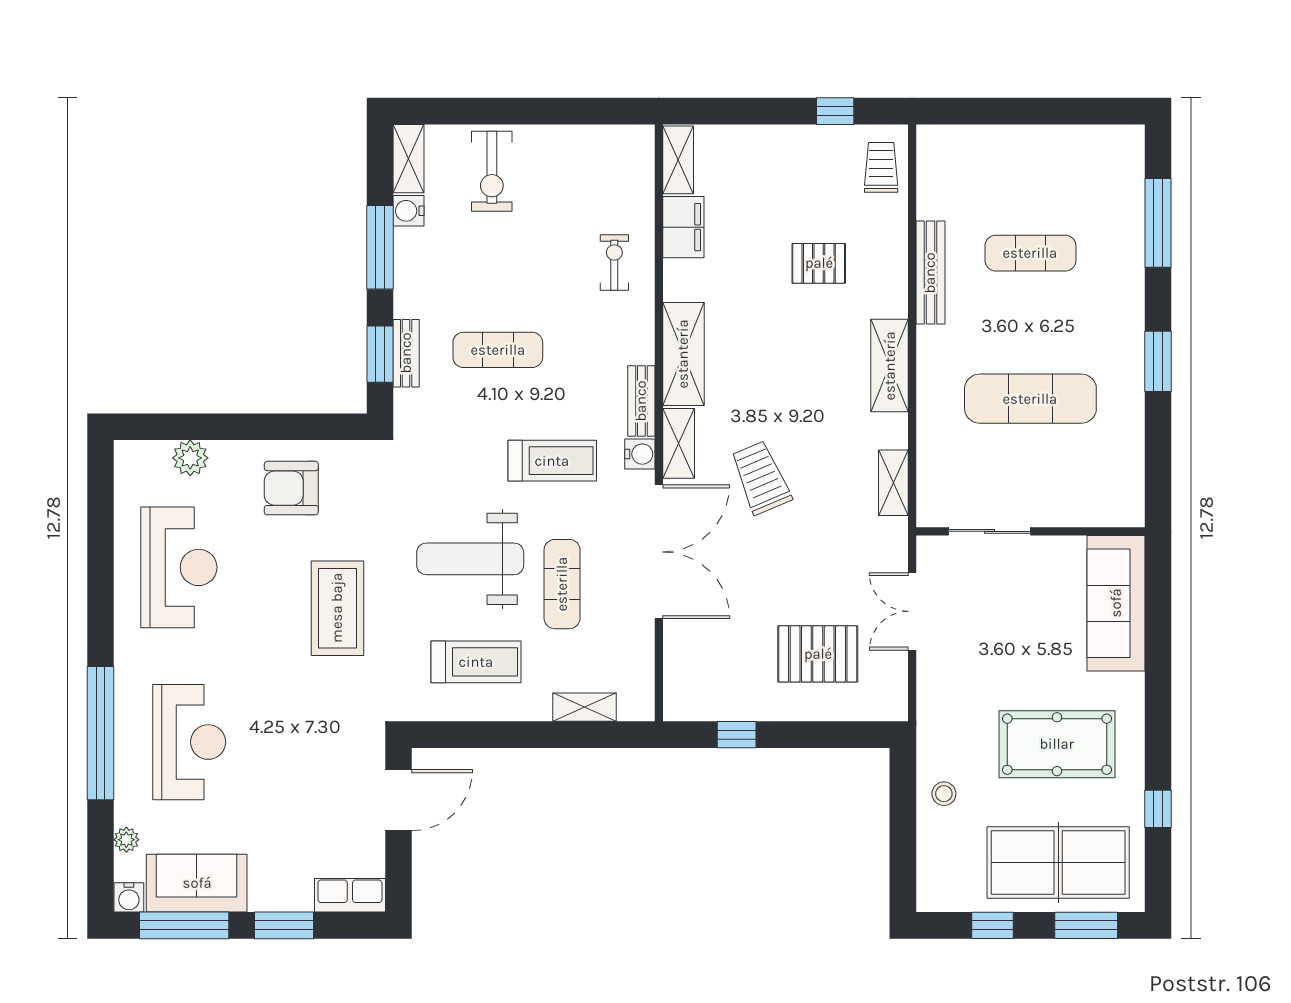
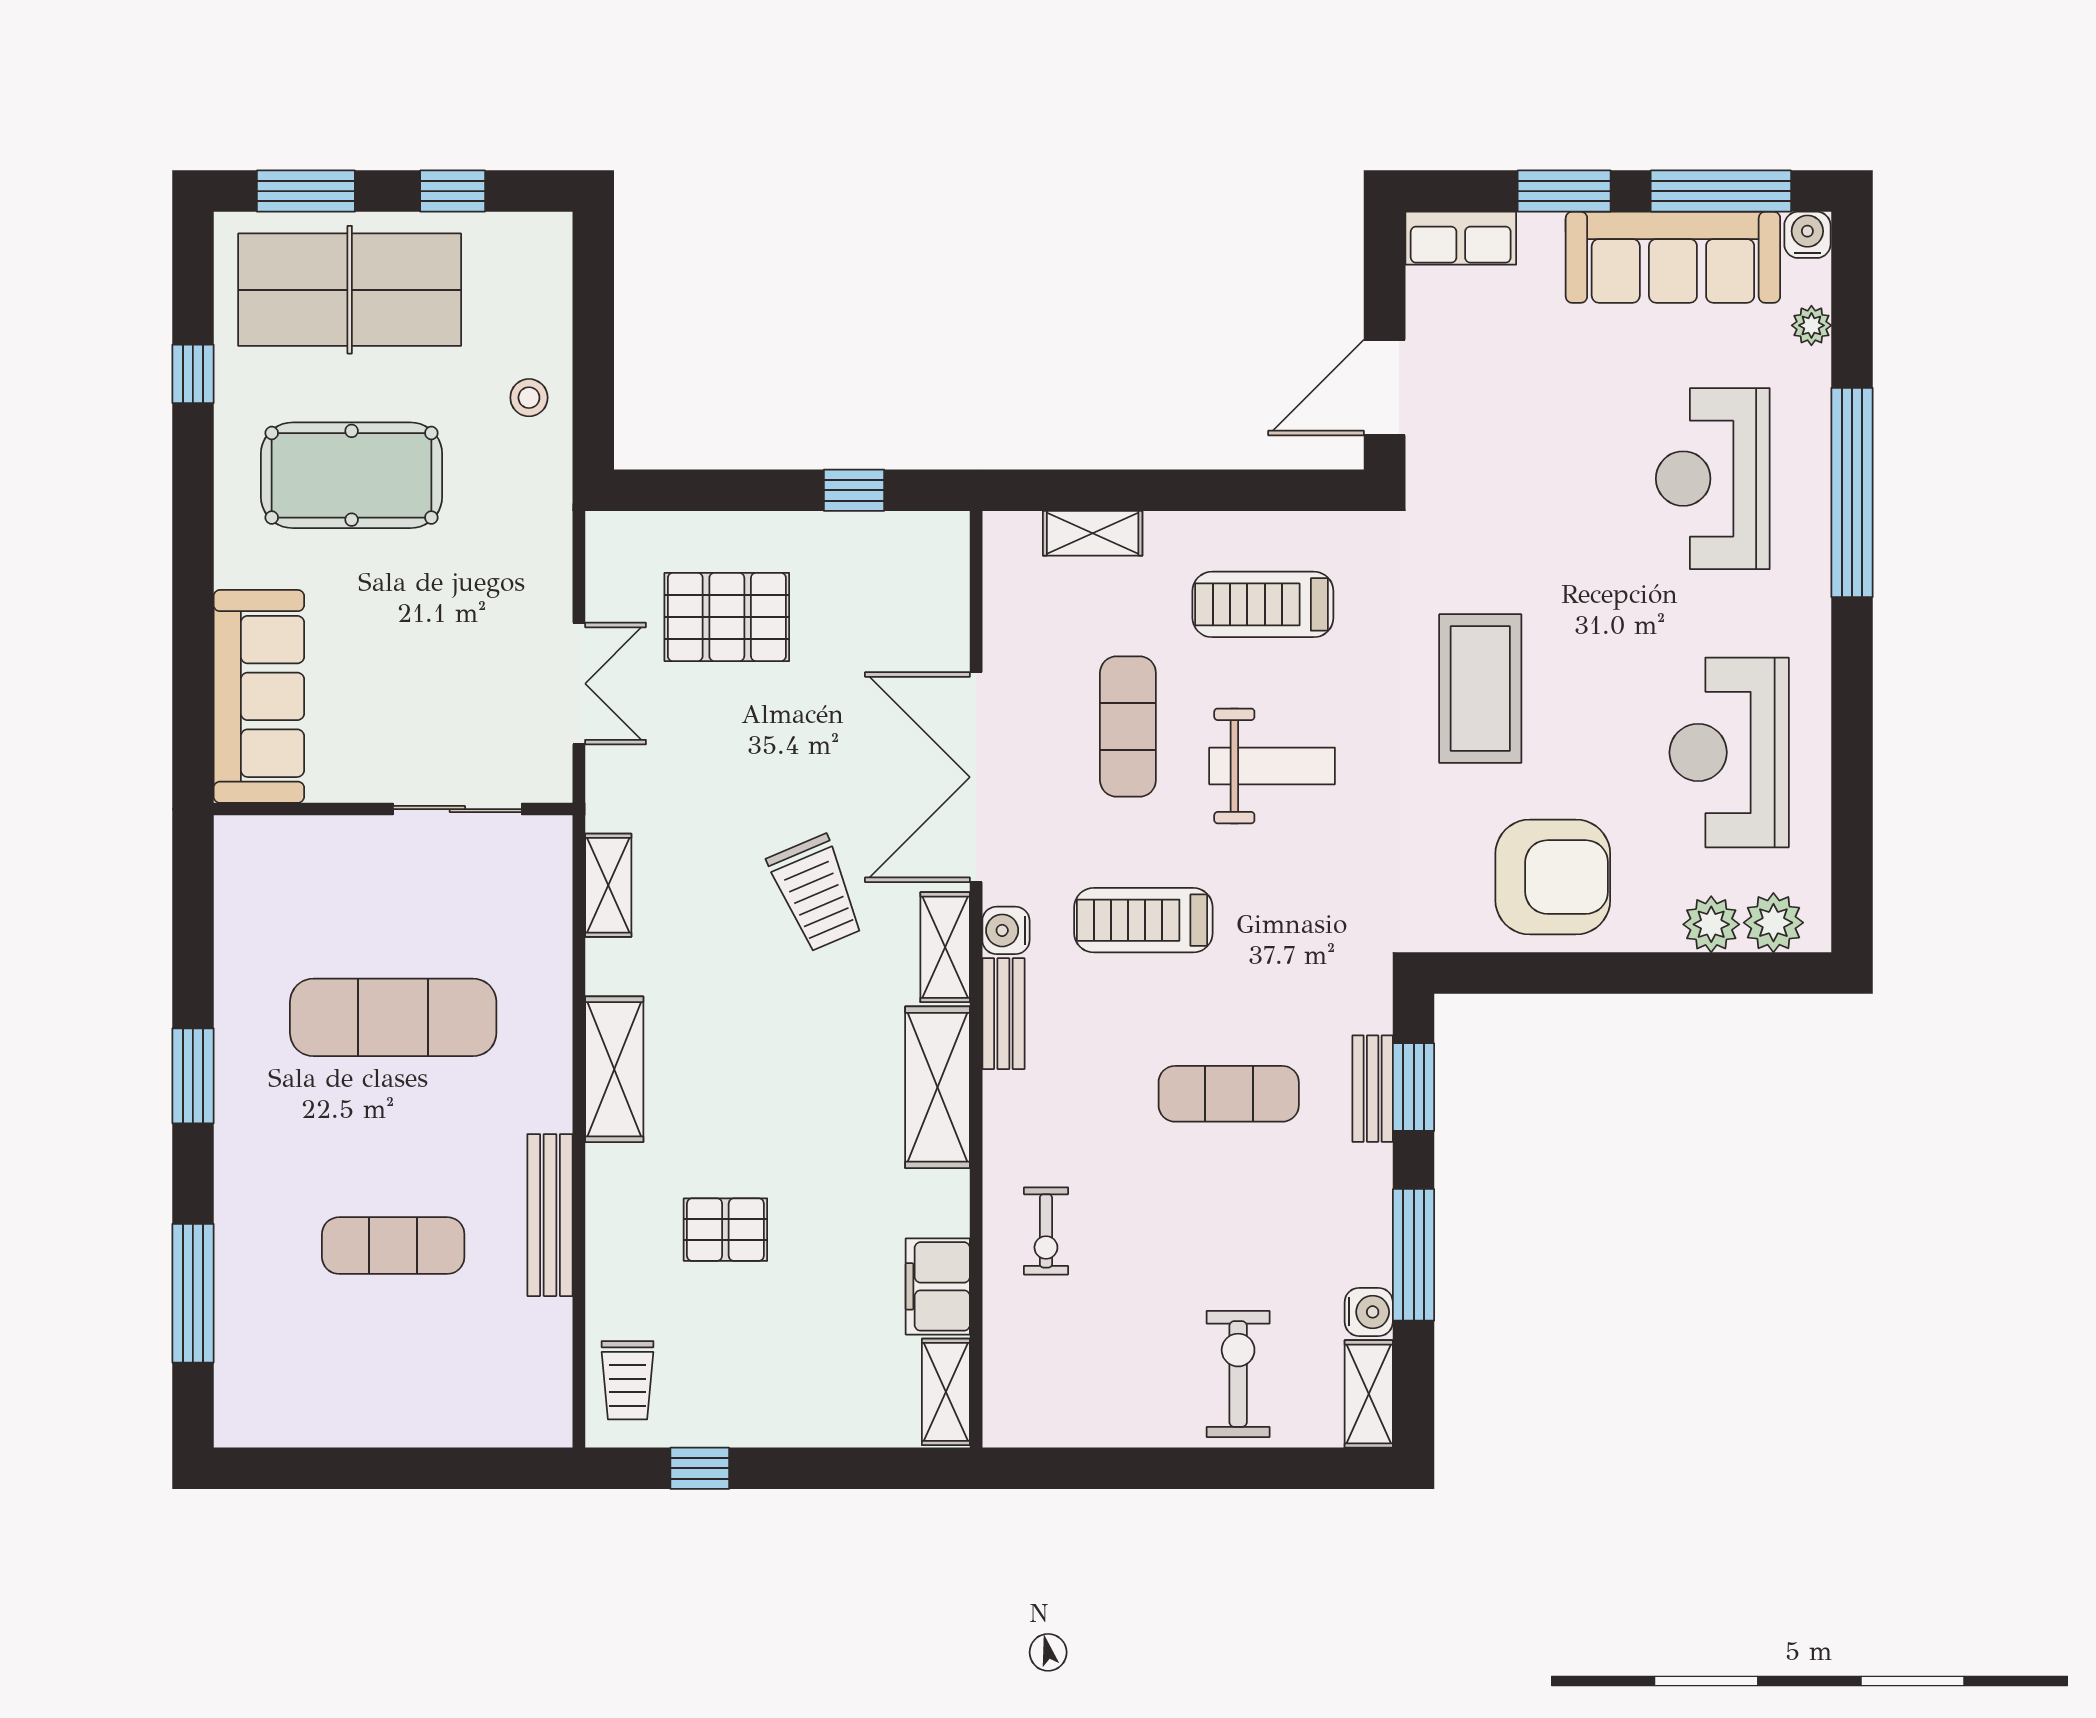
plant: (151, 459) -> (1773, 923), added
armchair: (291, 488) -> (1553, 877), width x1.36, depth x1.36
weight bench: (470, 559) -> (1272, 766), width x0.73, depth x0.75
sofa: (197, 883) -> (1673, 257), width x1.36

